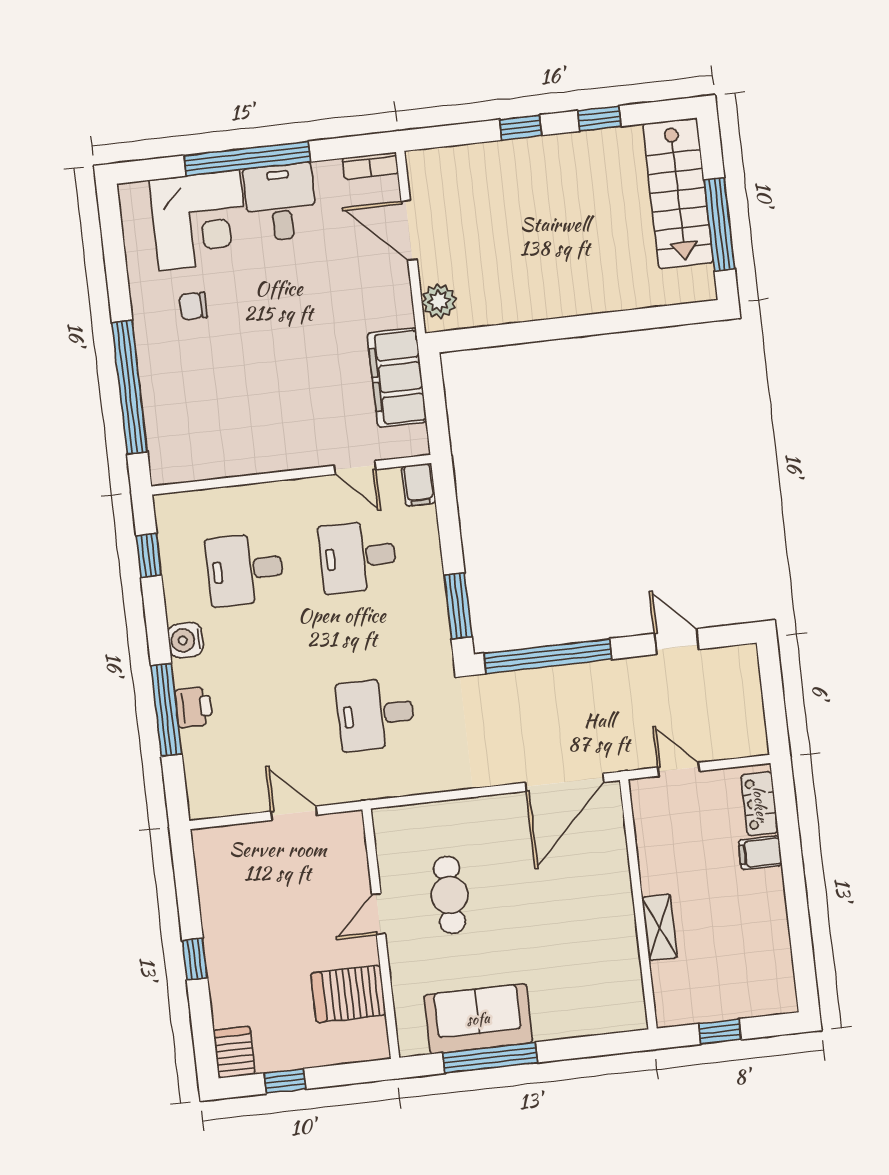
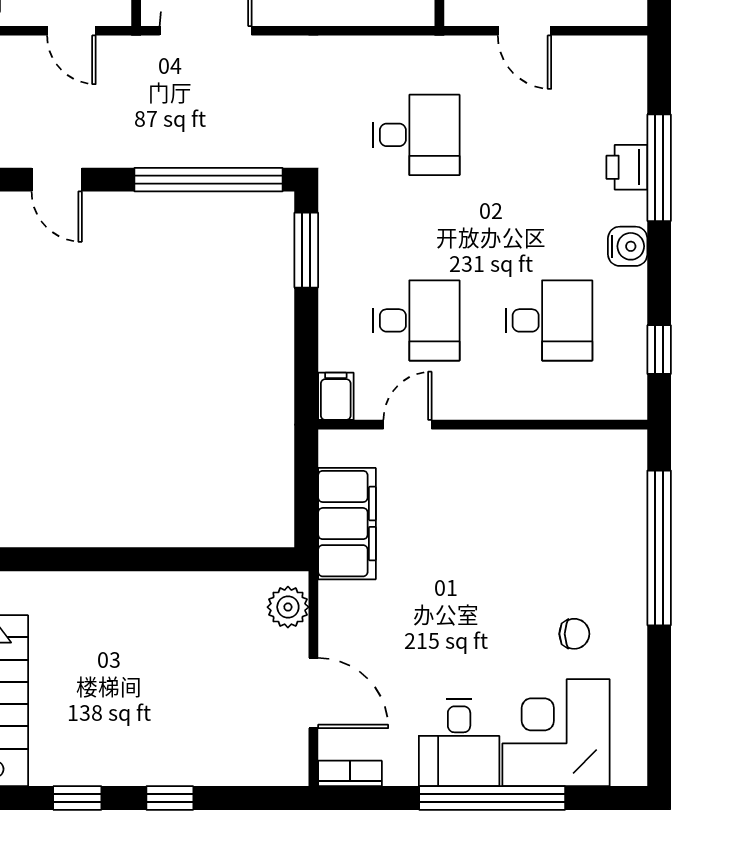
door: (355, 467) -> (408, 425), hinge flipped

